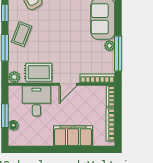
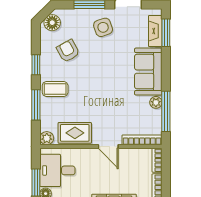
coffee table: (22, 34) -> (55, 89), turned 69
door: (68, 84) -> (108, 147), hinge flipped
desk: (36, 101) -> (57, 170), moved, turned -90

